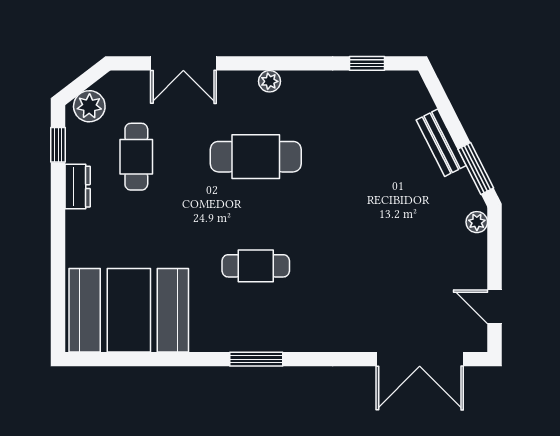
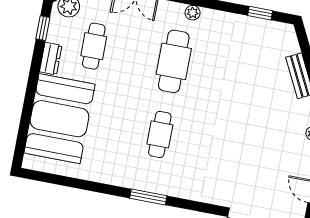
cafe table: (256, 157) -> (174, 61), turned 90
cafe table: (256, 266) -> (160, 134), turned 90
booth: (129, 310) -> (60, 119), moved, turned 90

